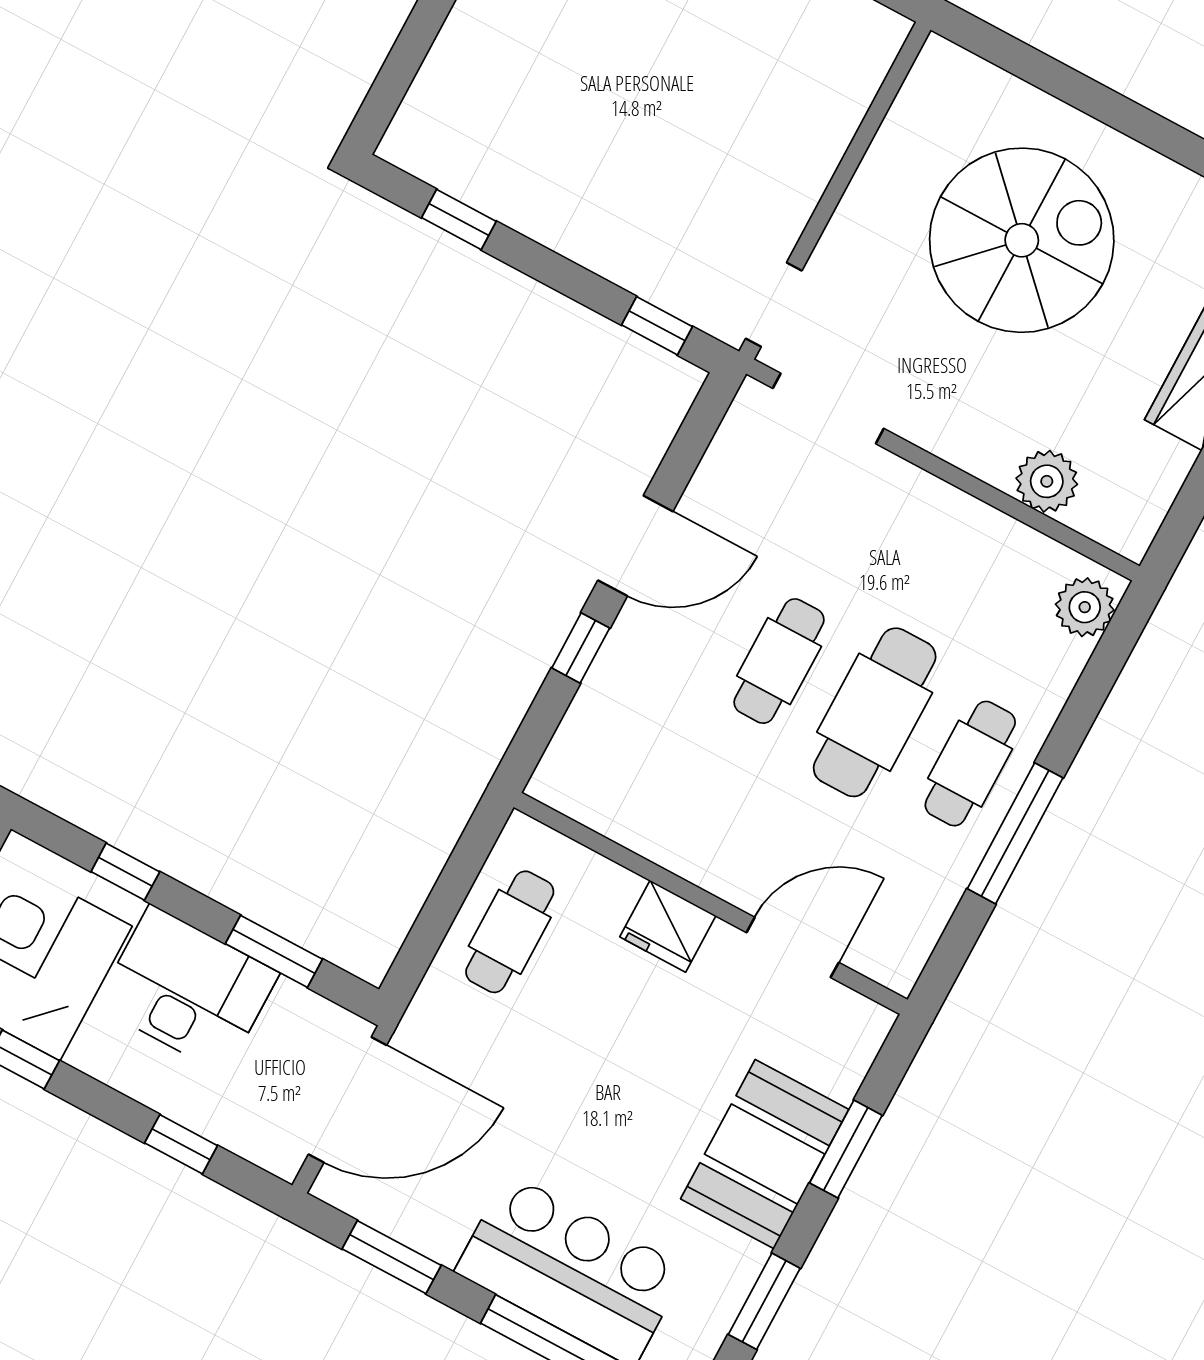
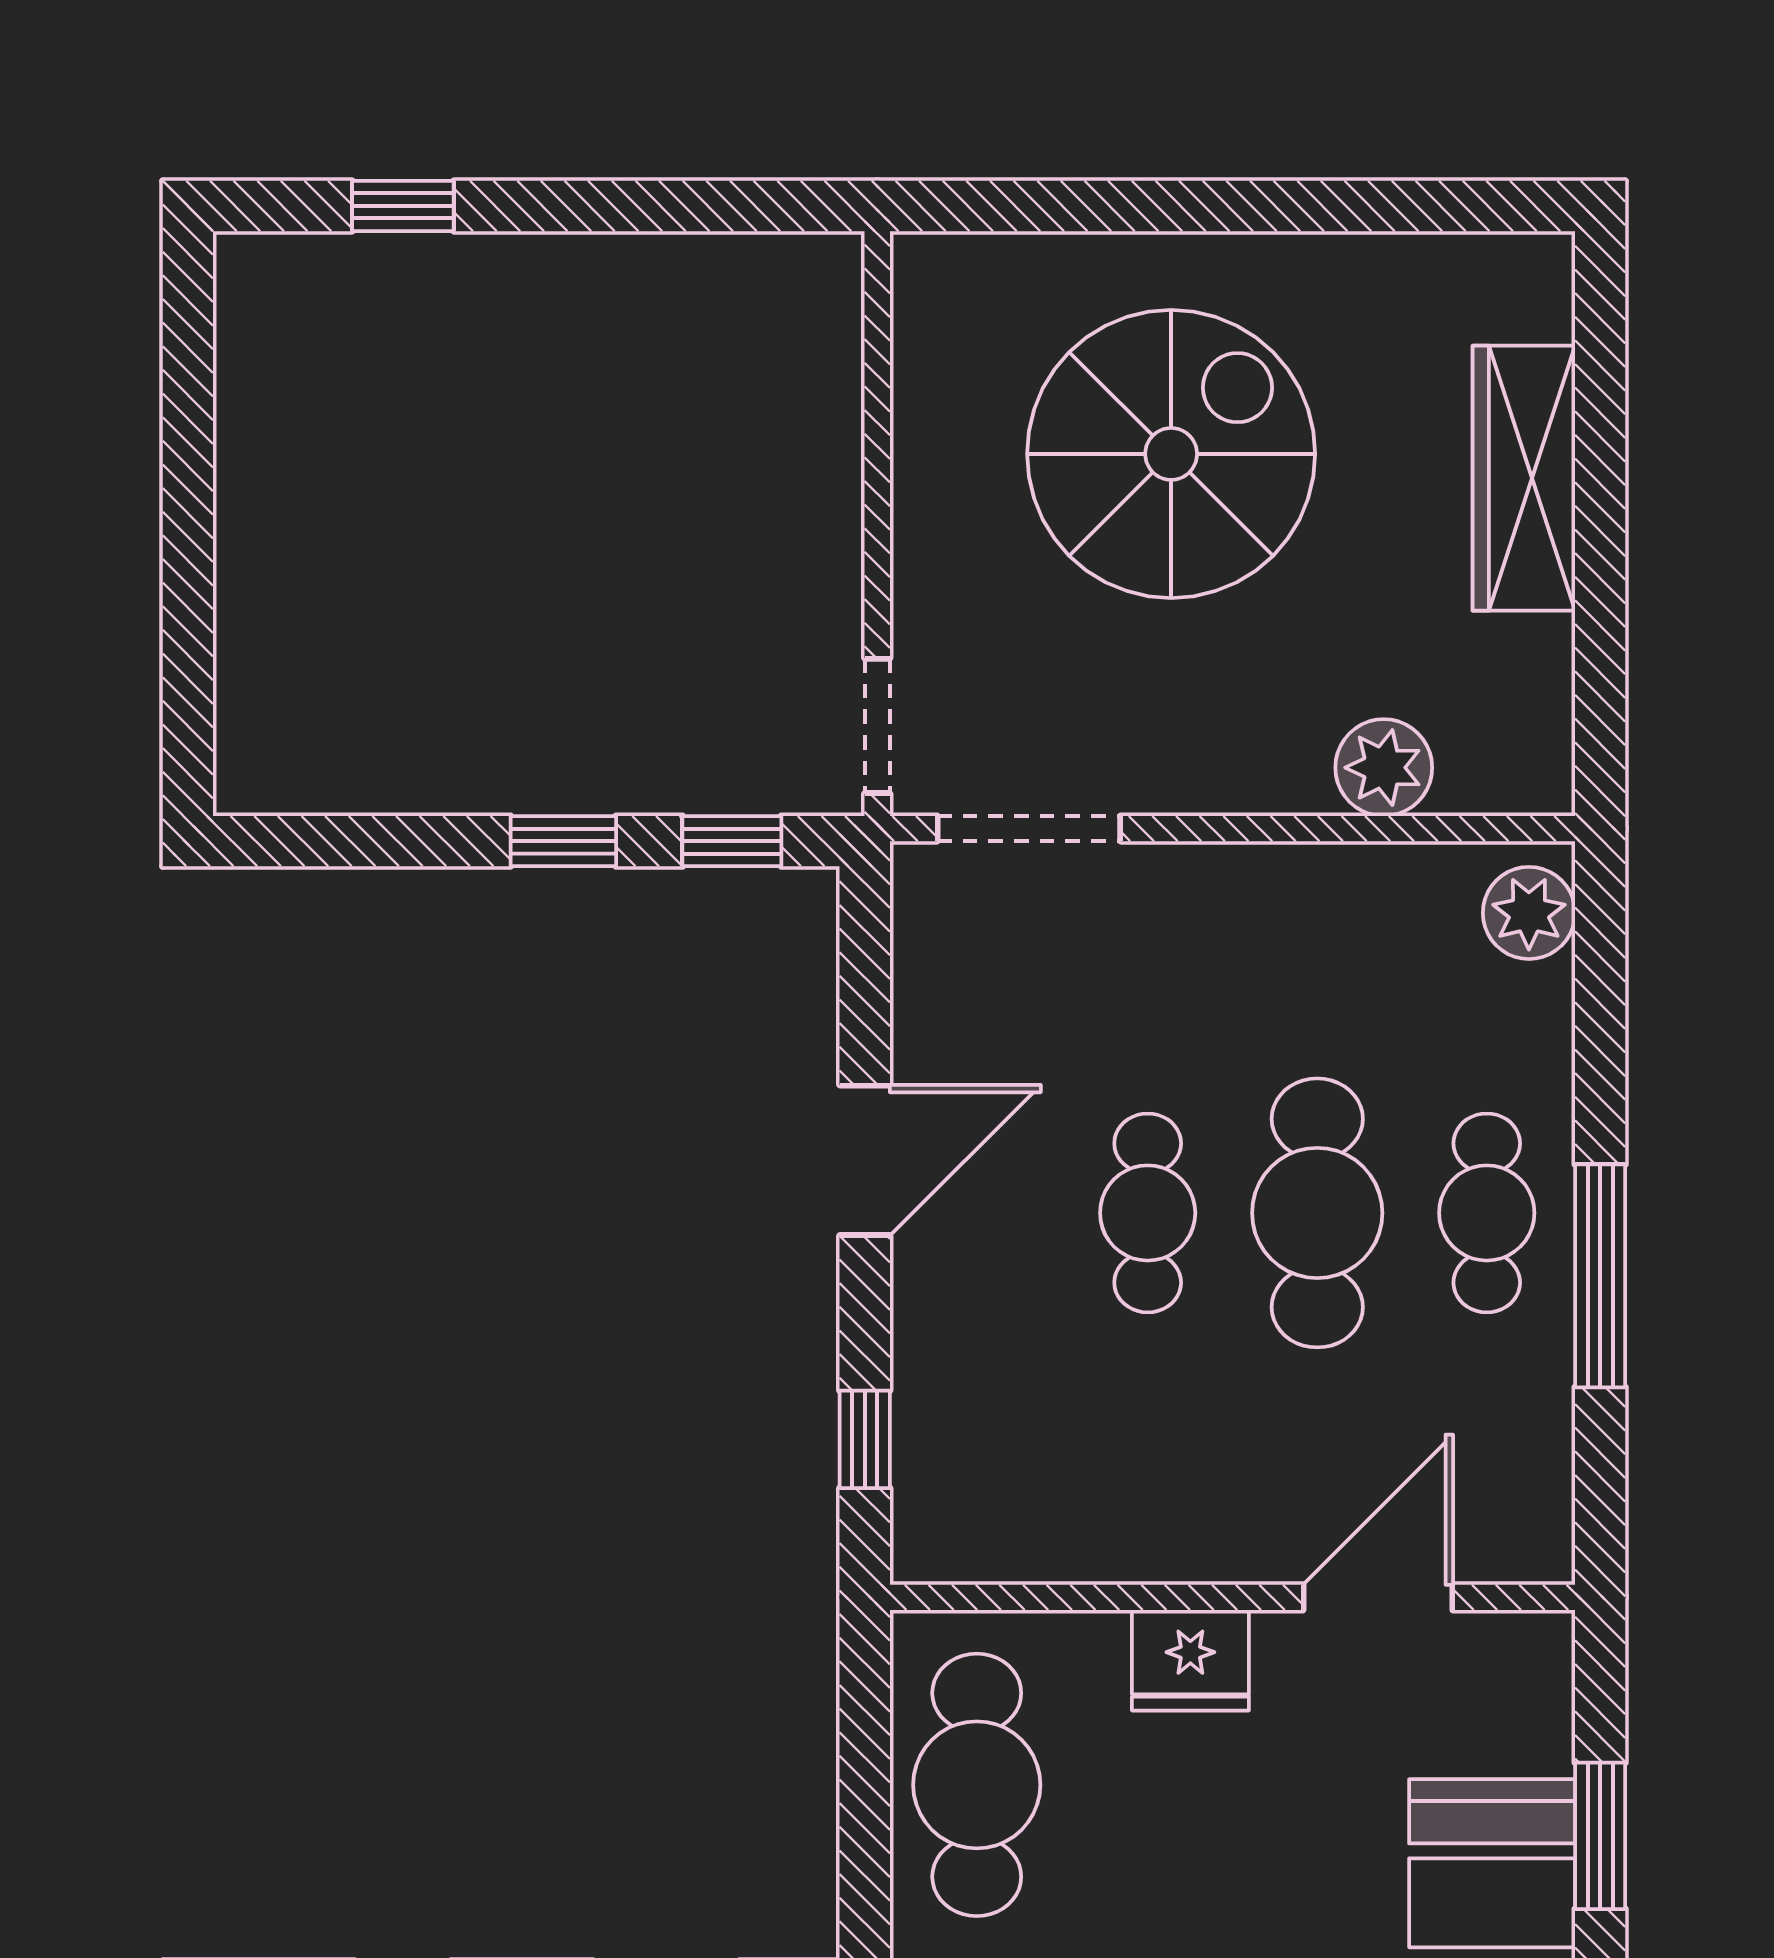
window: (459, 219) -> (563, 841), moved
window: (581, 648) -> (865, 1439), moved
cafe table: (510, 932) -> (977, 1785), width x1.37, depth x1.35

